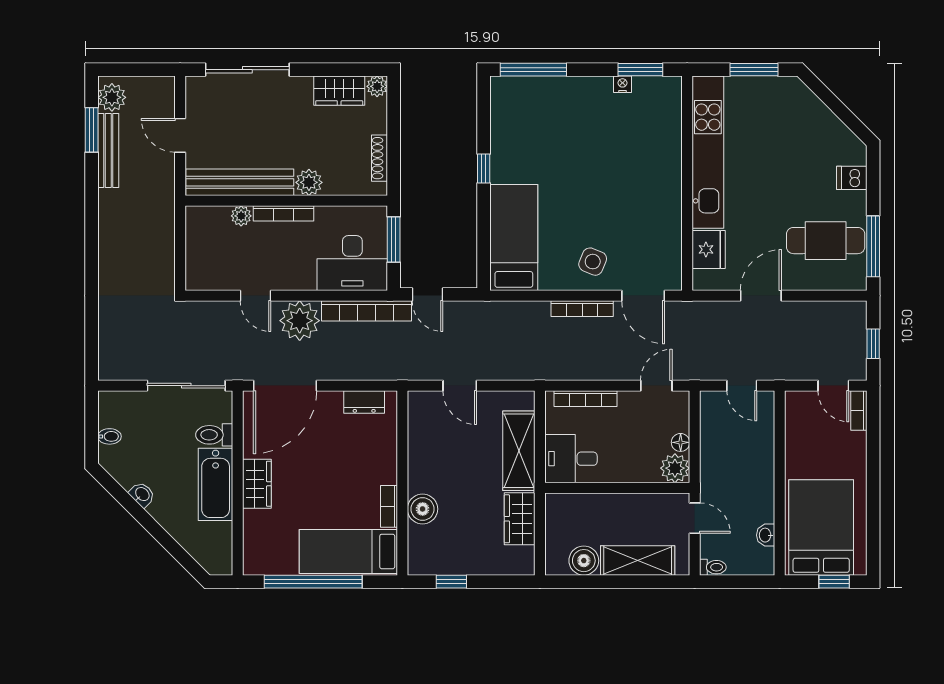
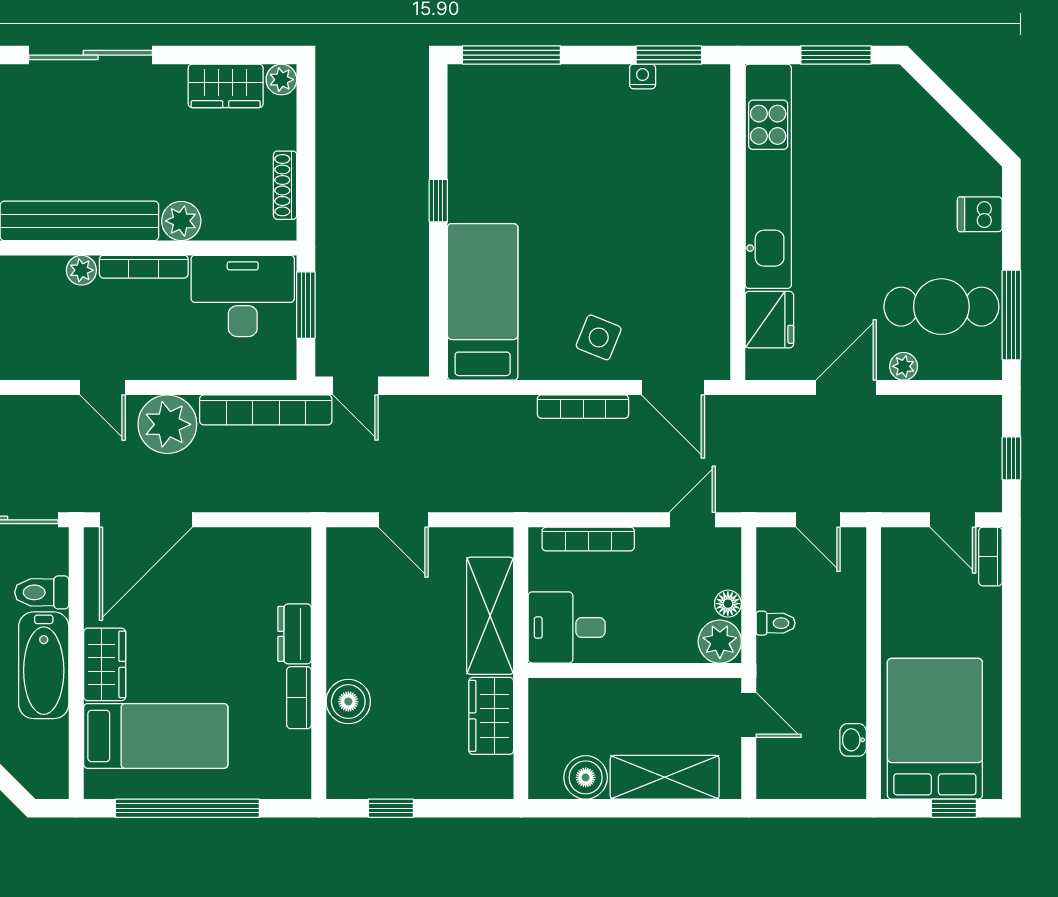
desk: (352, 263) -> (243, 296), moved, turned 180
plant: (800, 281) -> (904, 366), added
dresser: (364, 402) -> (295, 634), moved, turned 90
bed: (348, 551) -> (156, 736), moved, turned 180
toilet: (713, 567) -> (776, 623), moved

